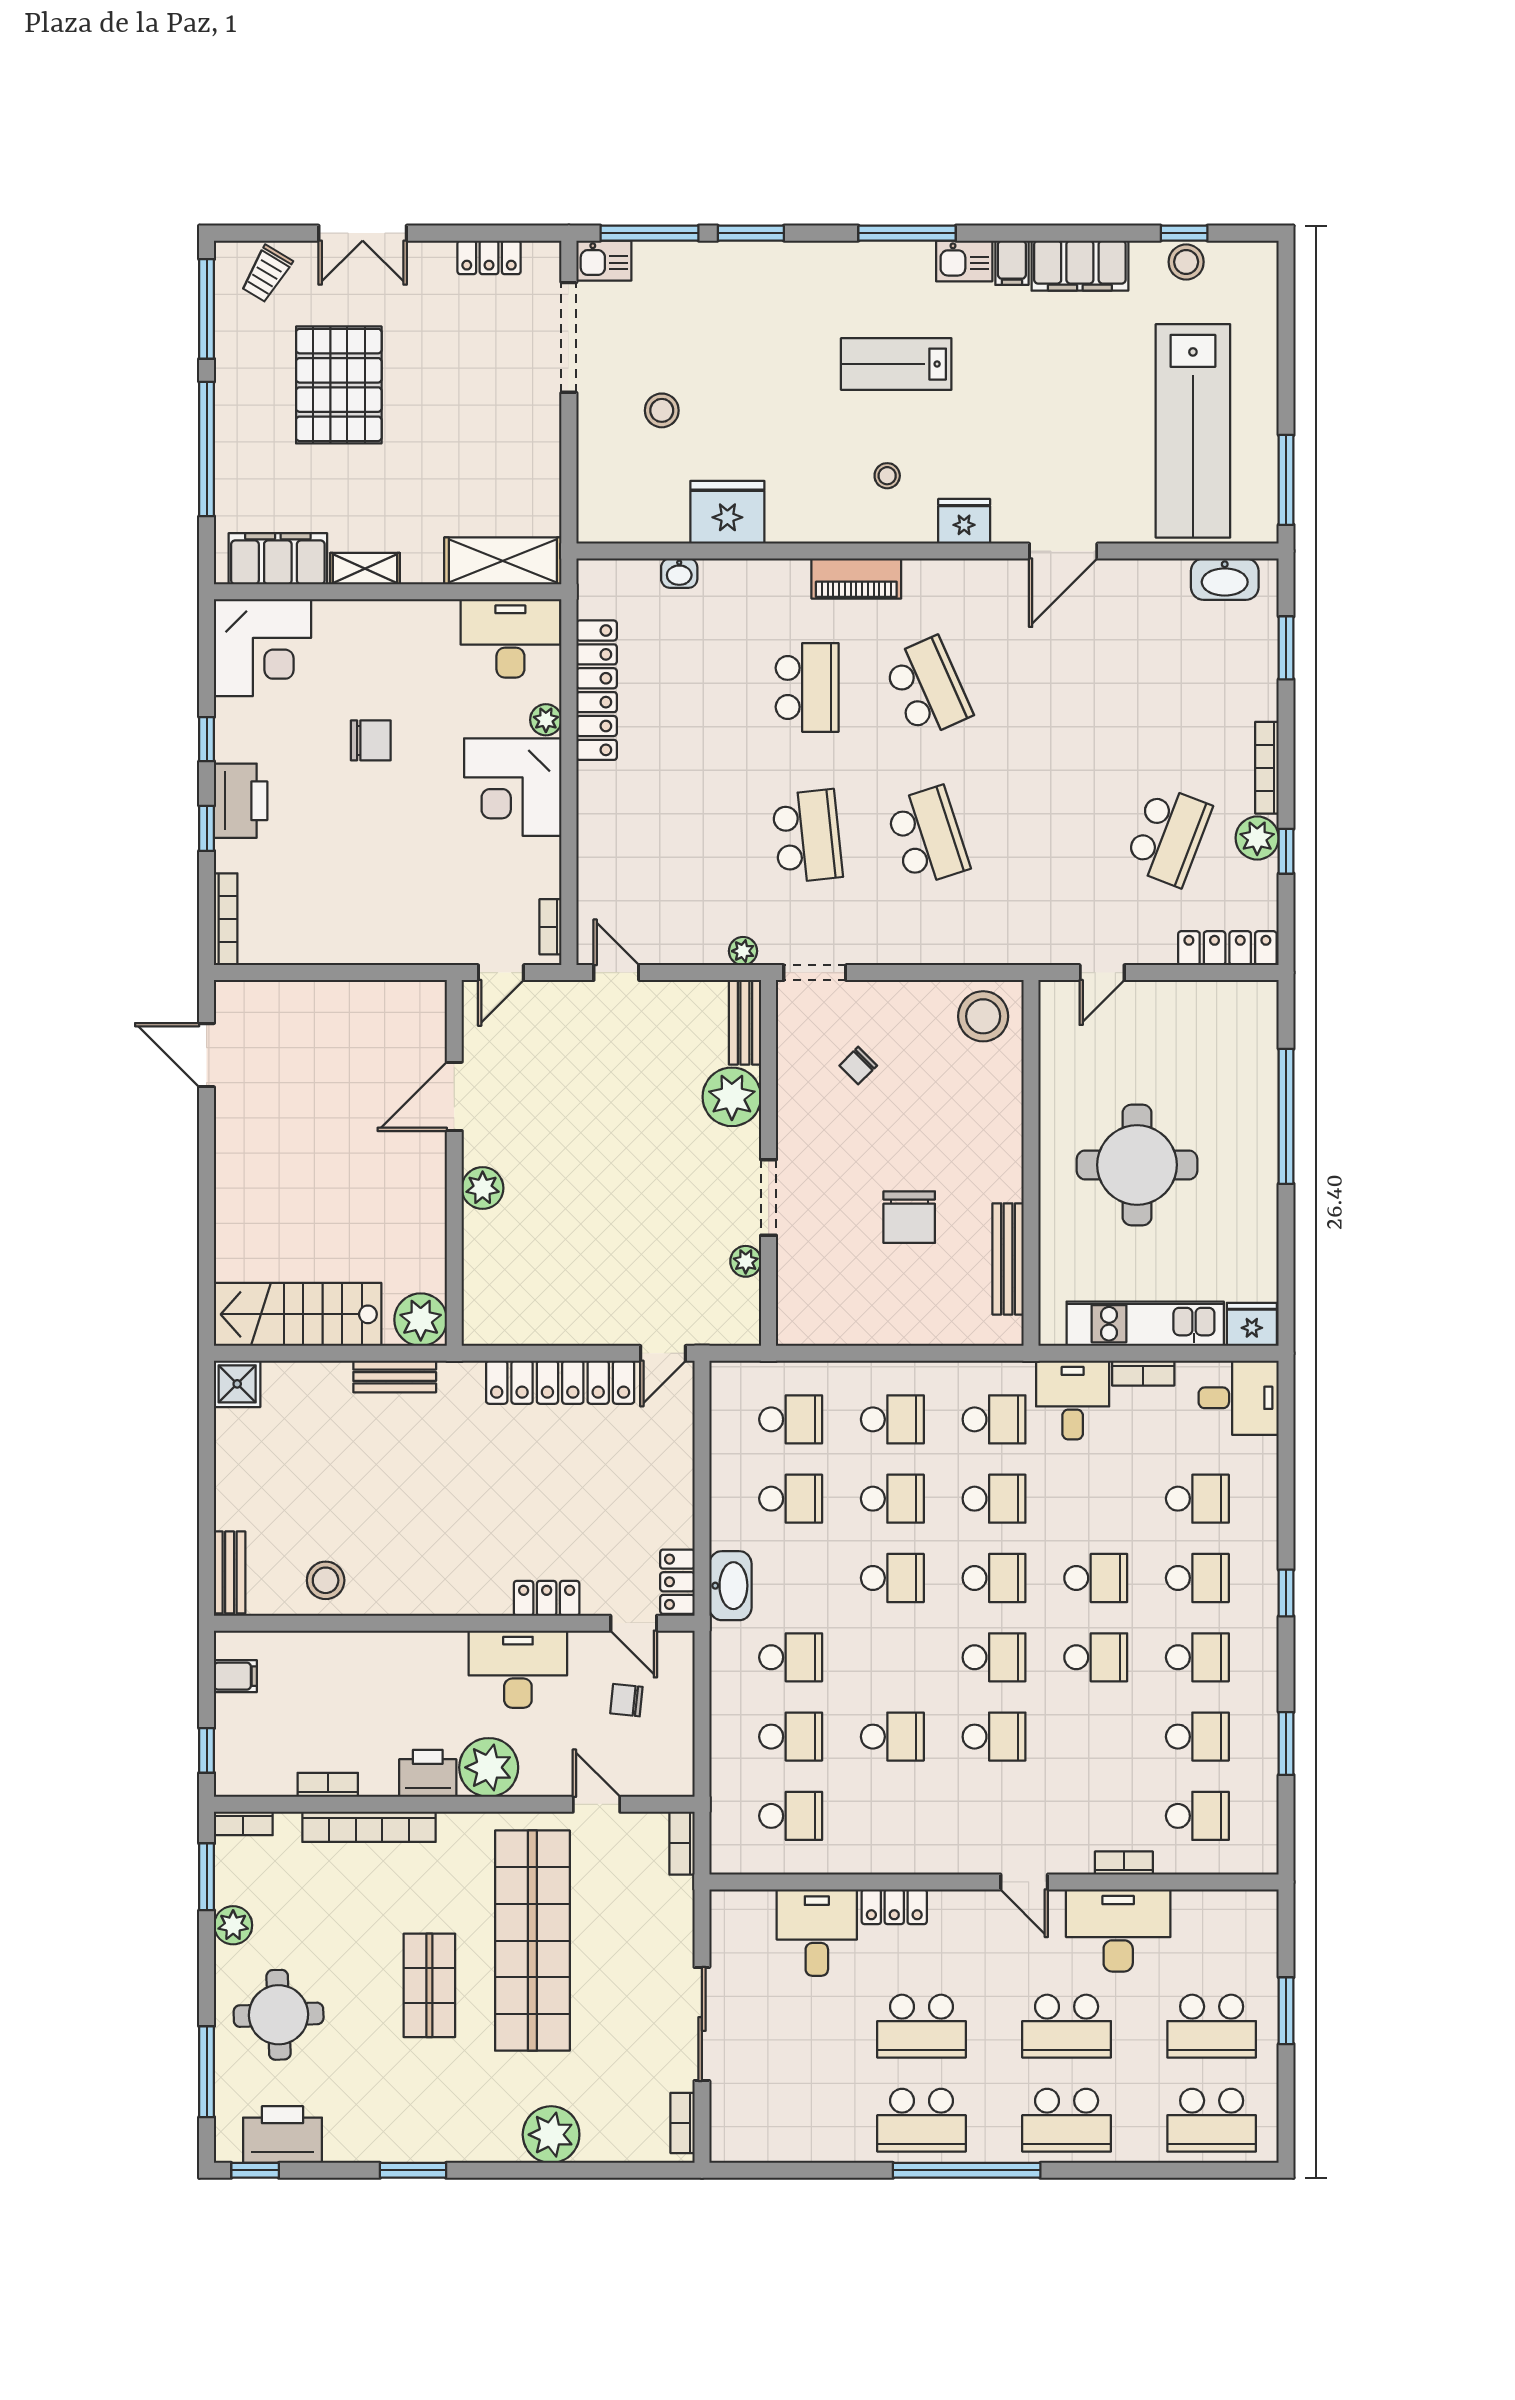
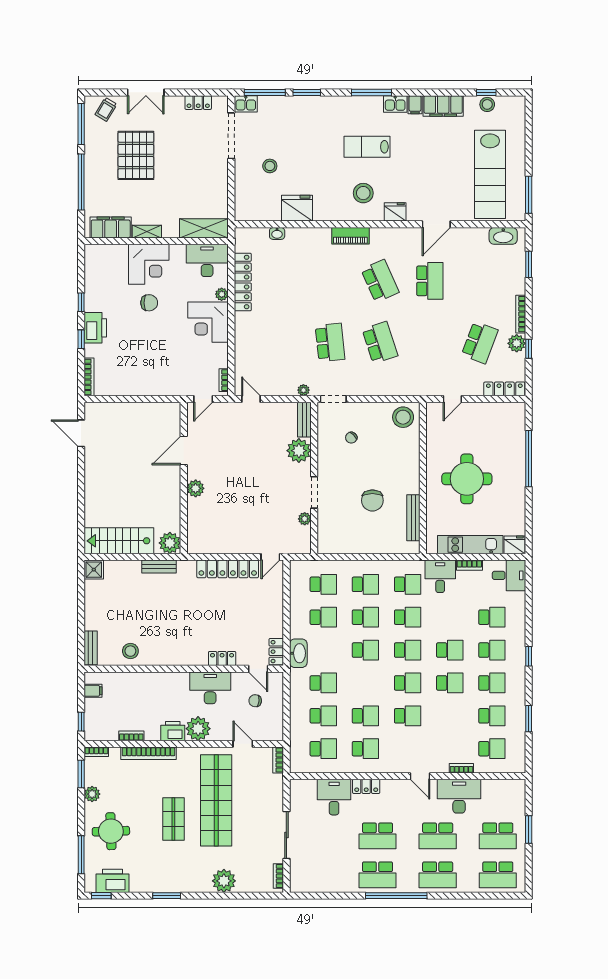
stool: (887, 476) -> (363, 193), width x1.89, depth x1.89
corner desk: (263, 648) -> (149, 264), moved
school desk: (807, 687) -> (430, 281), moved
school desk: (892, 1816) -> (365, 749), added

